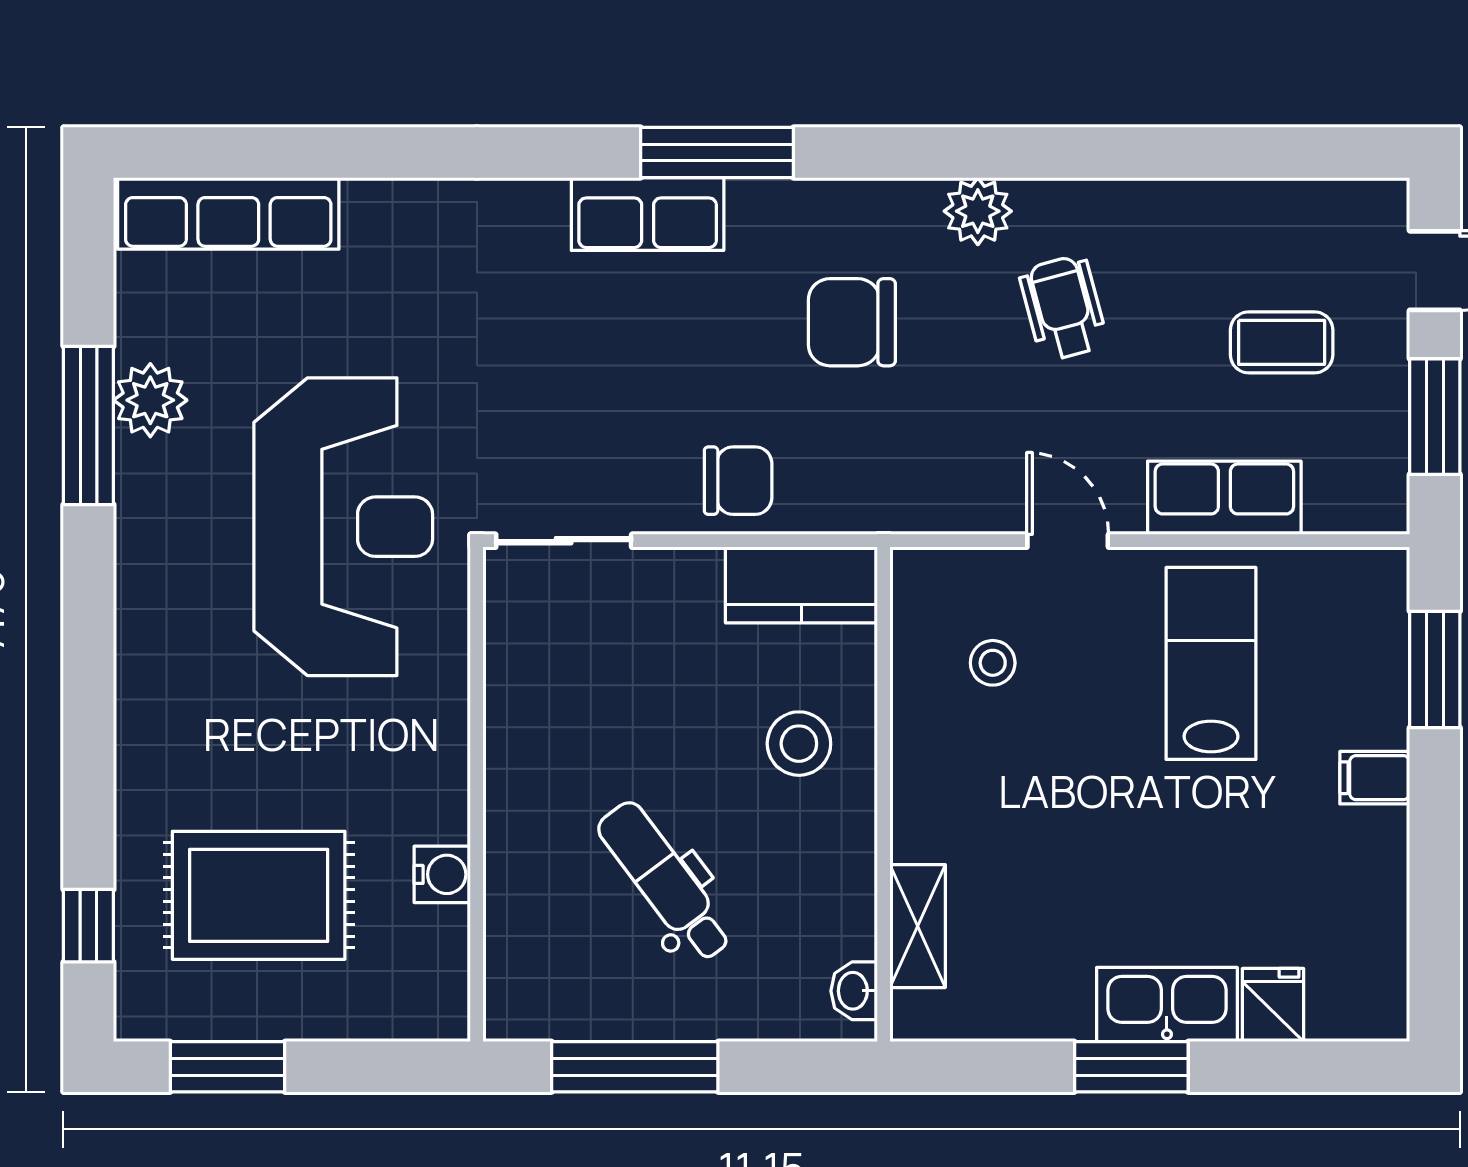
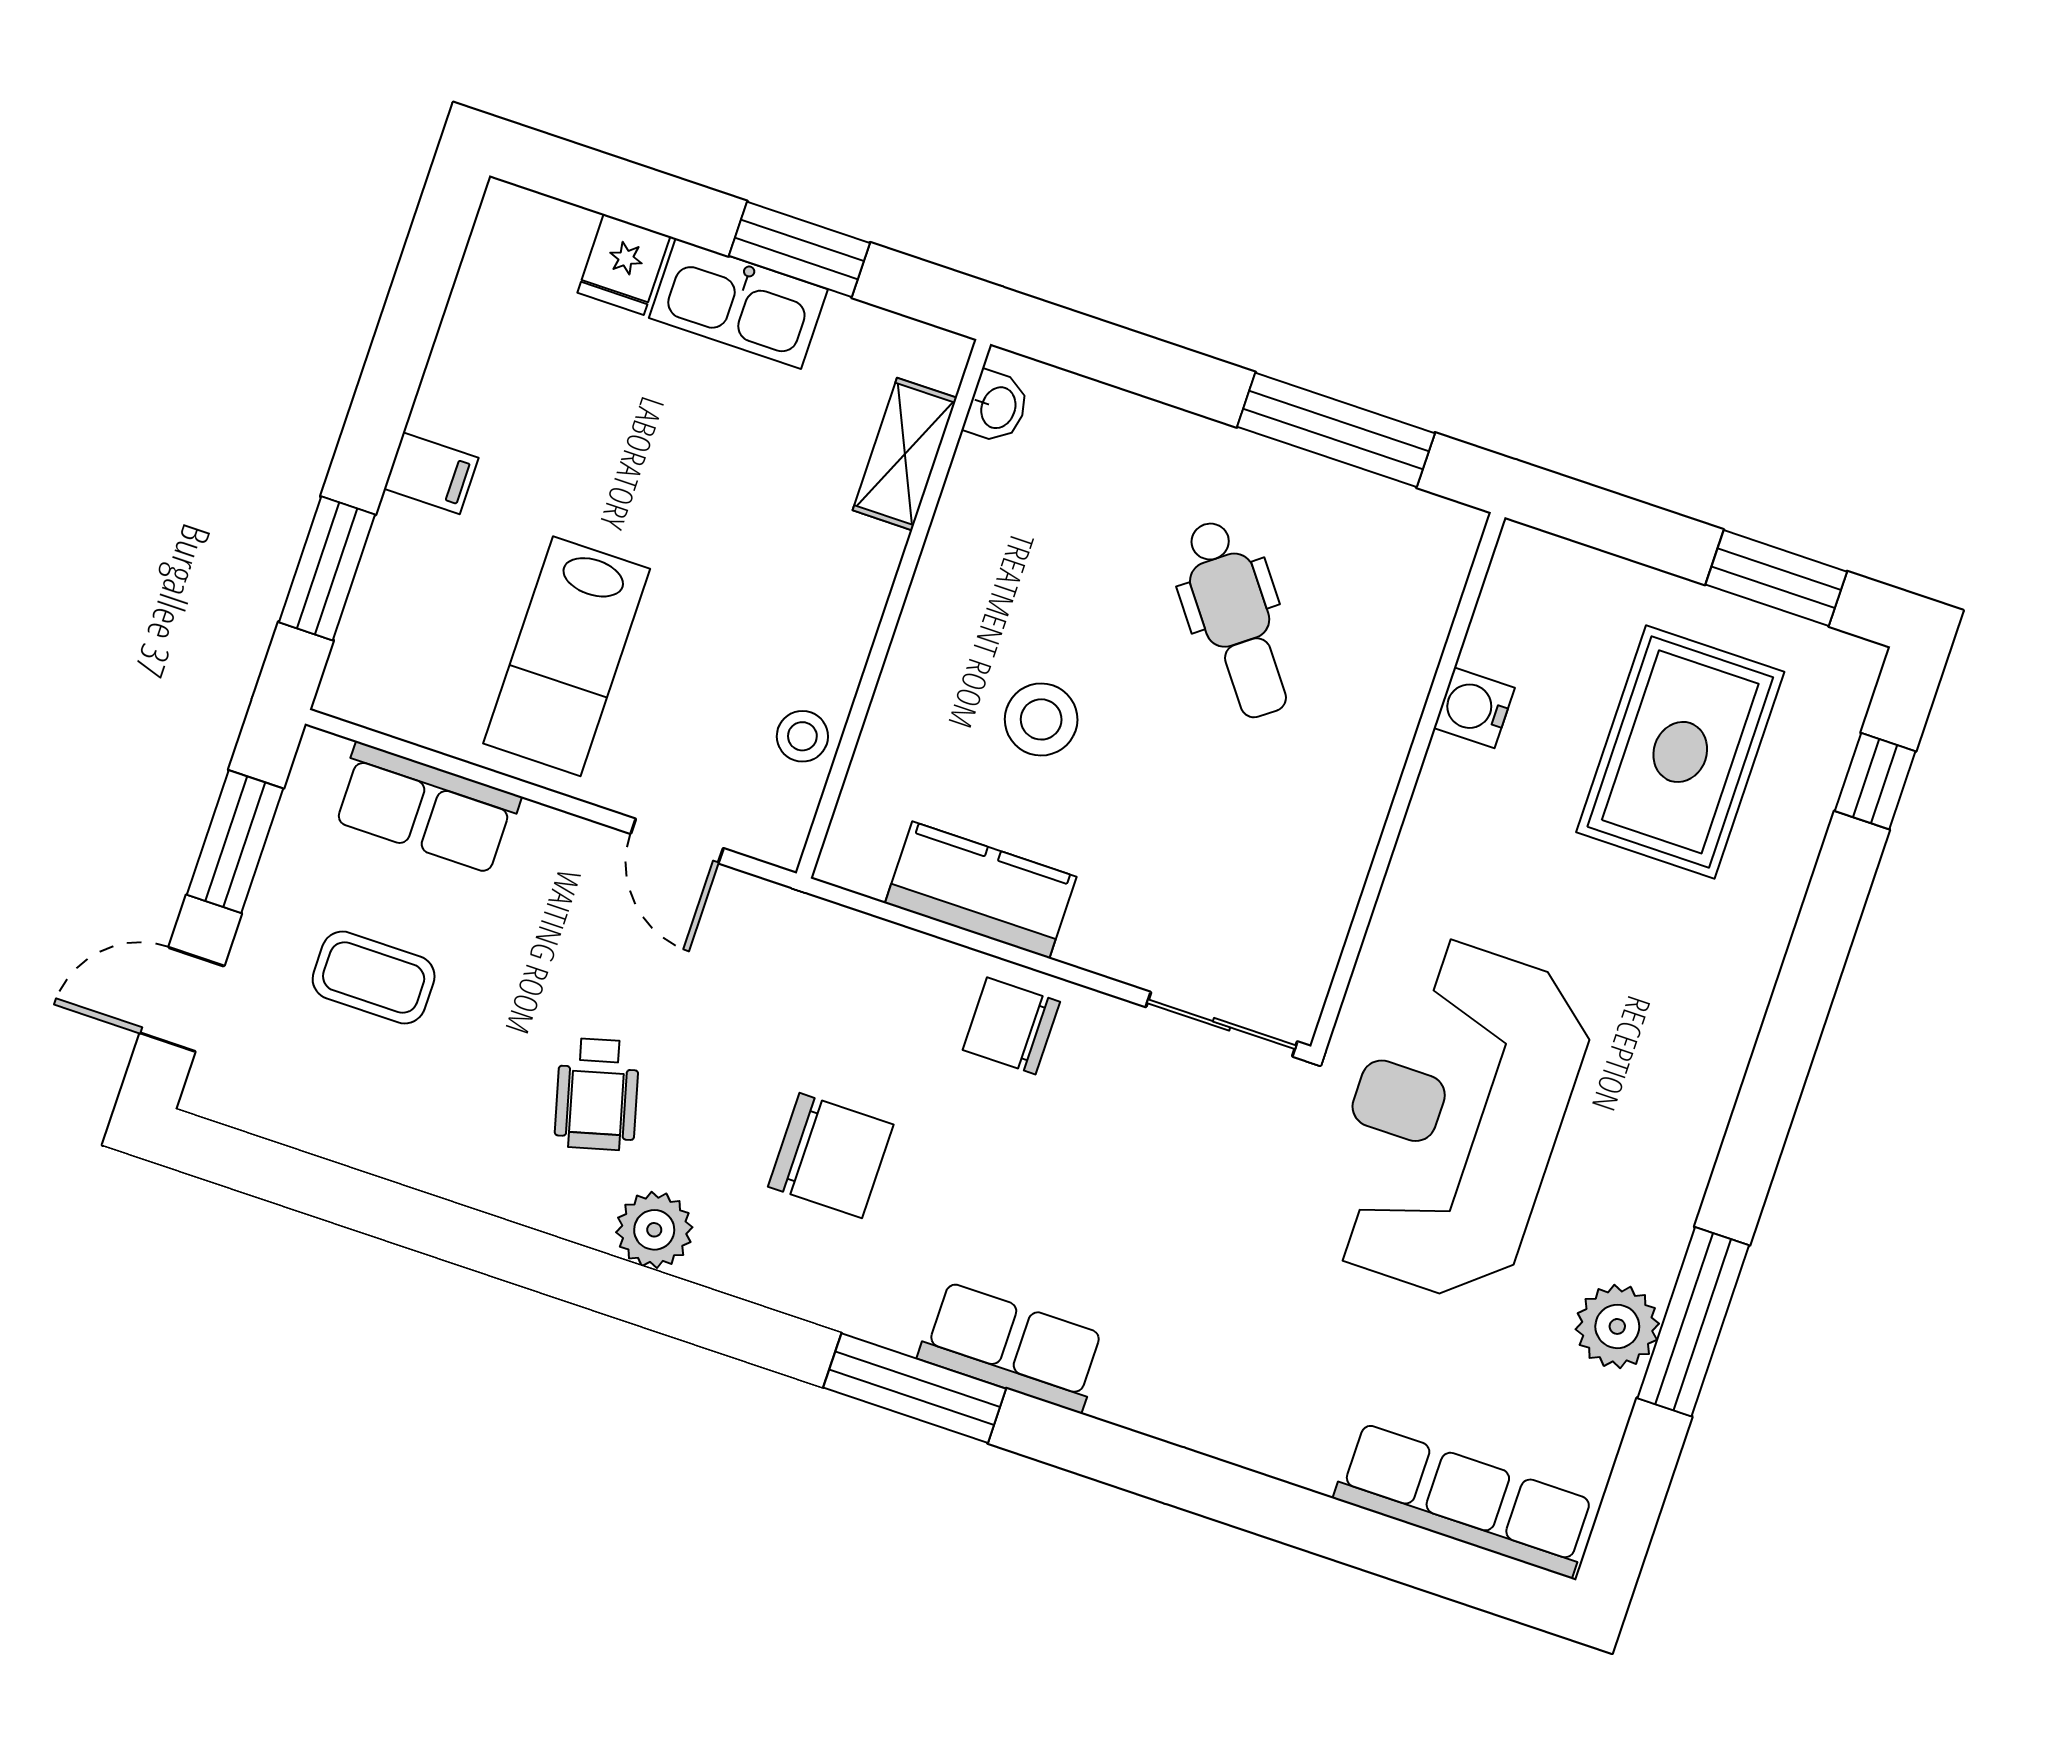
row of seats: (1224, 498) -> (426, 808), moved
wall: (884, 794) -> (894, 609), moved
rug: (259, 895) -> (1680, 752), turned 90
shelving: (918, 926) -> (905, 454), moved
washbasin: (854, 991) -> (997, 407), moved

